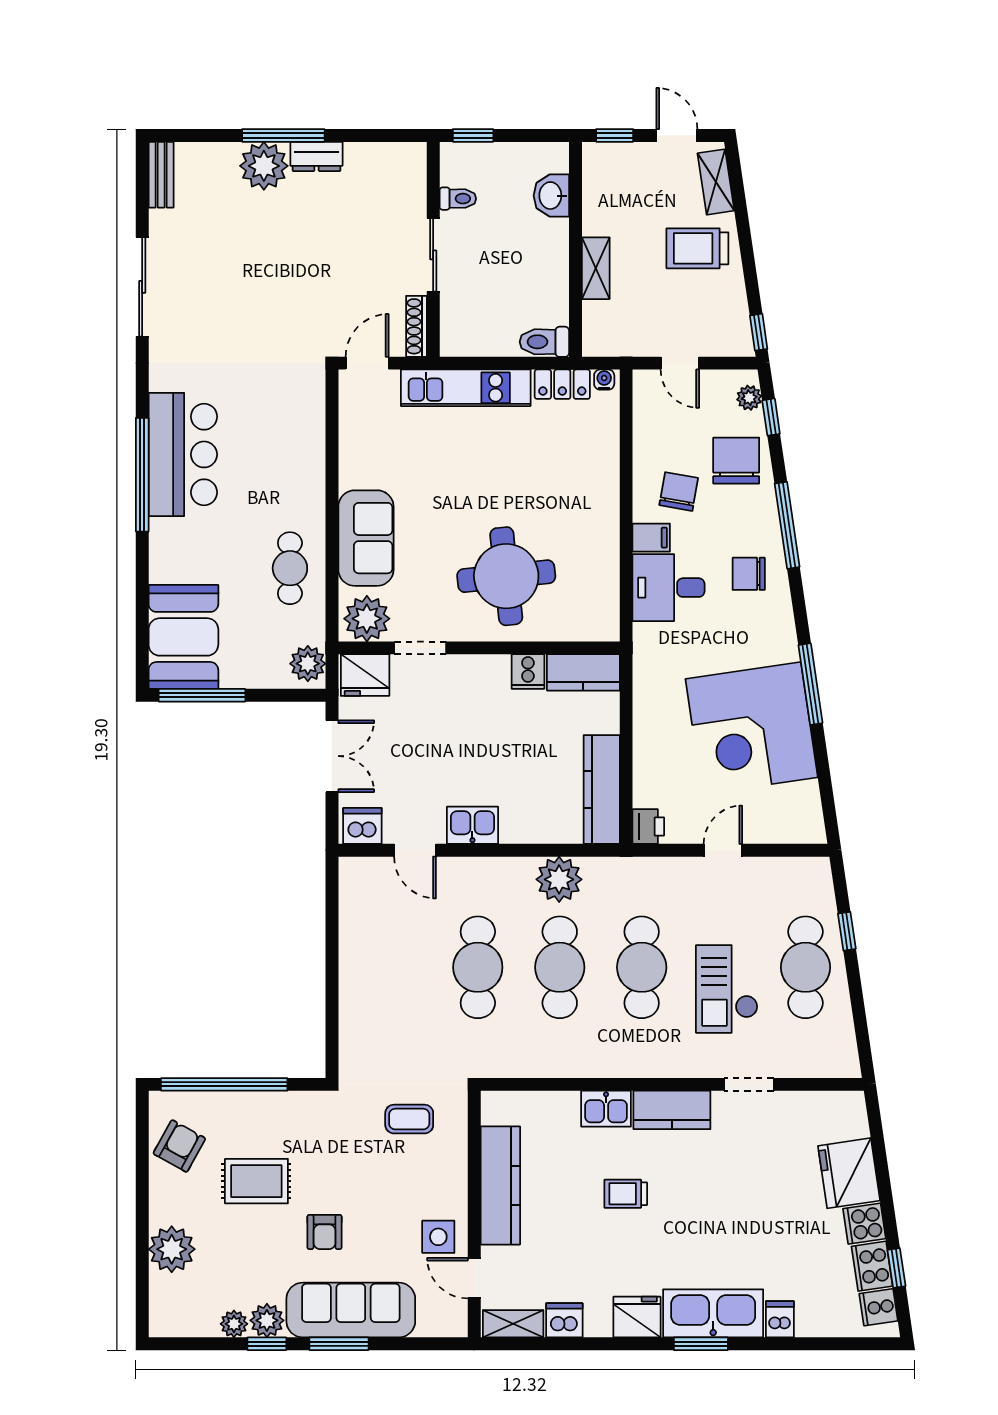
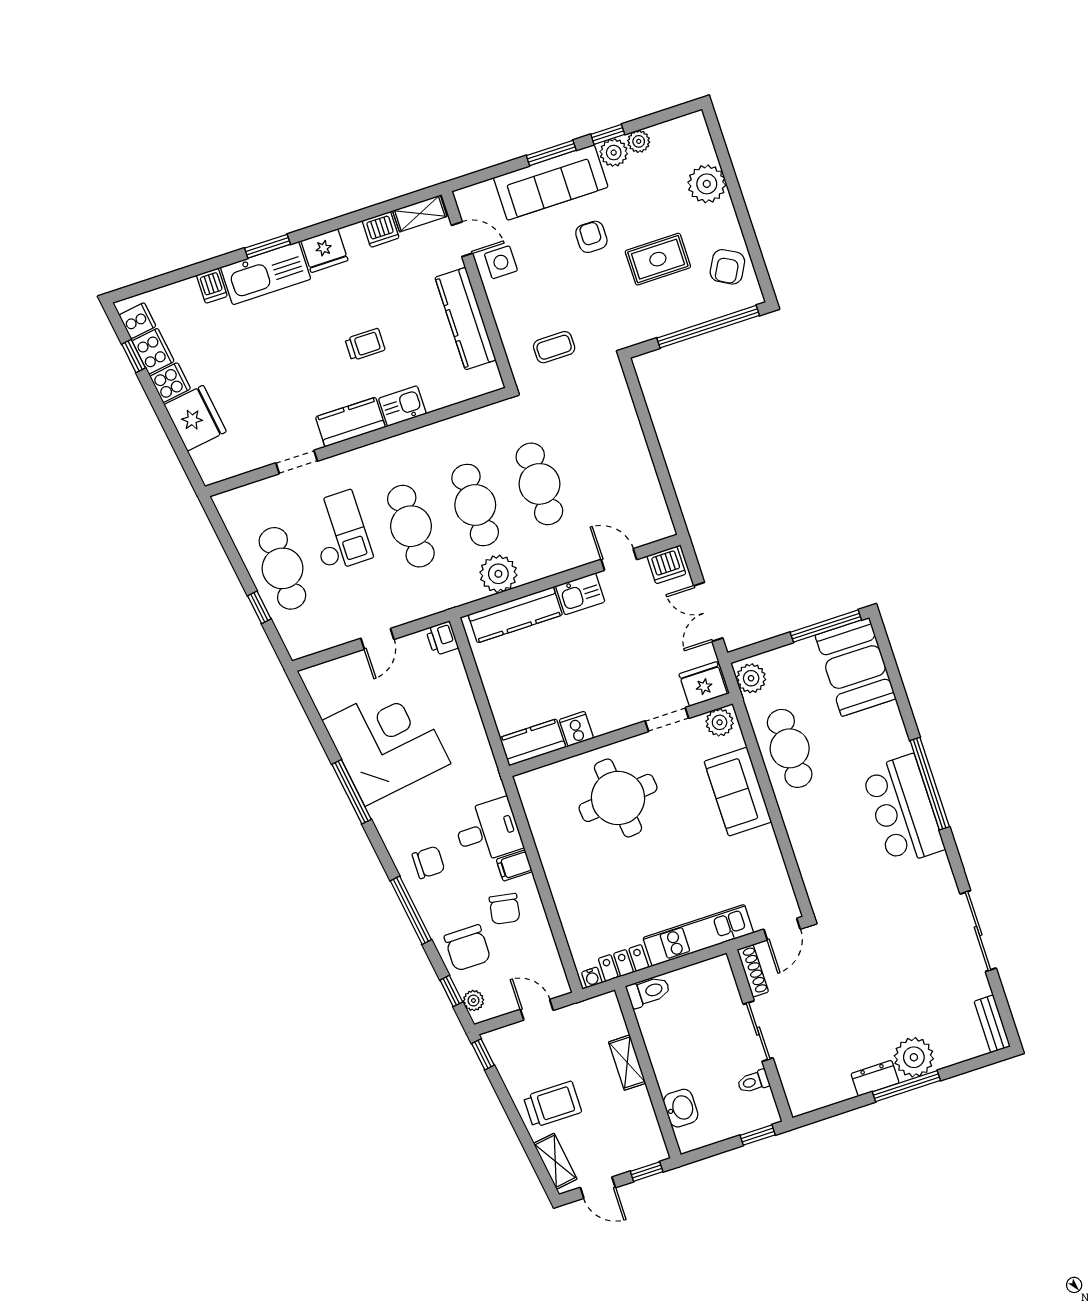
cafe table: (290, 568) -> (790, 748), width x1.37, depth x1.35
plant: (367, 619) -> (720, 722), width x0.73, depth x0.73
kitchen counter: (602, 790) -> (515, 615), moved, turned 90

